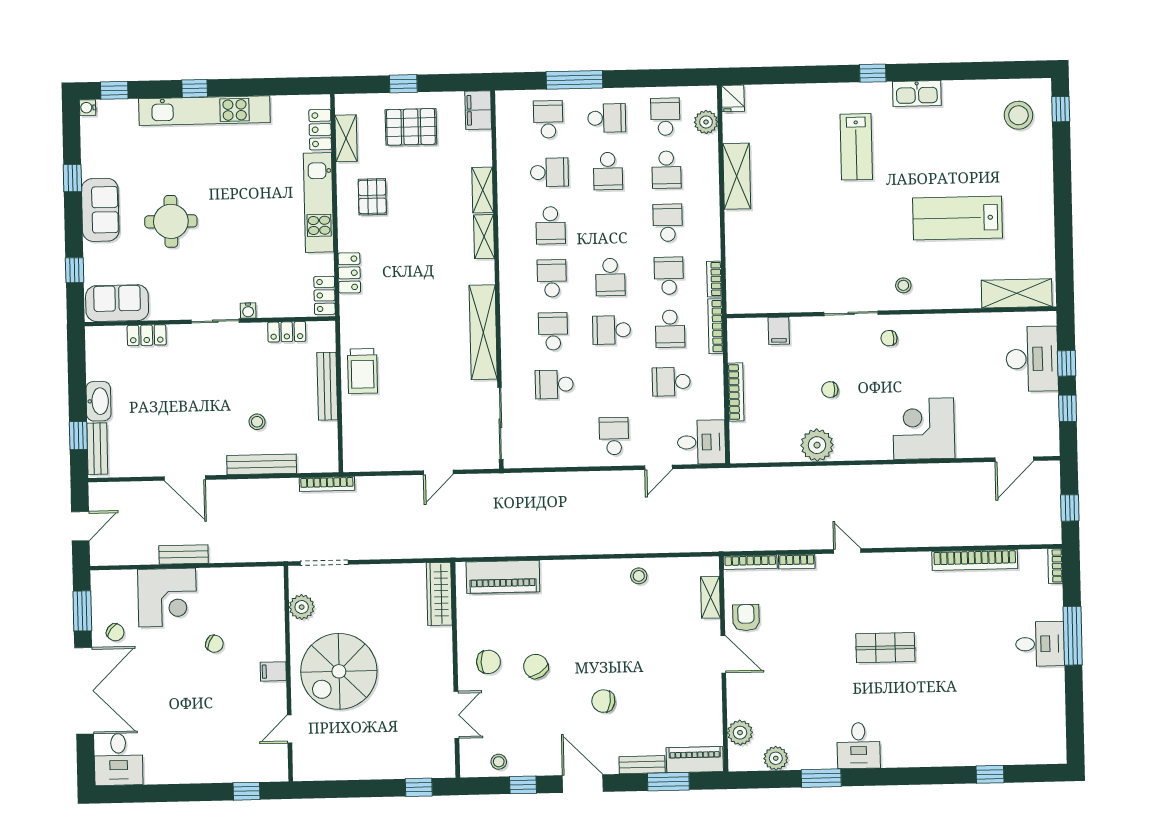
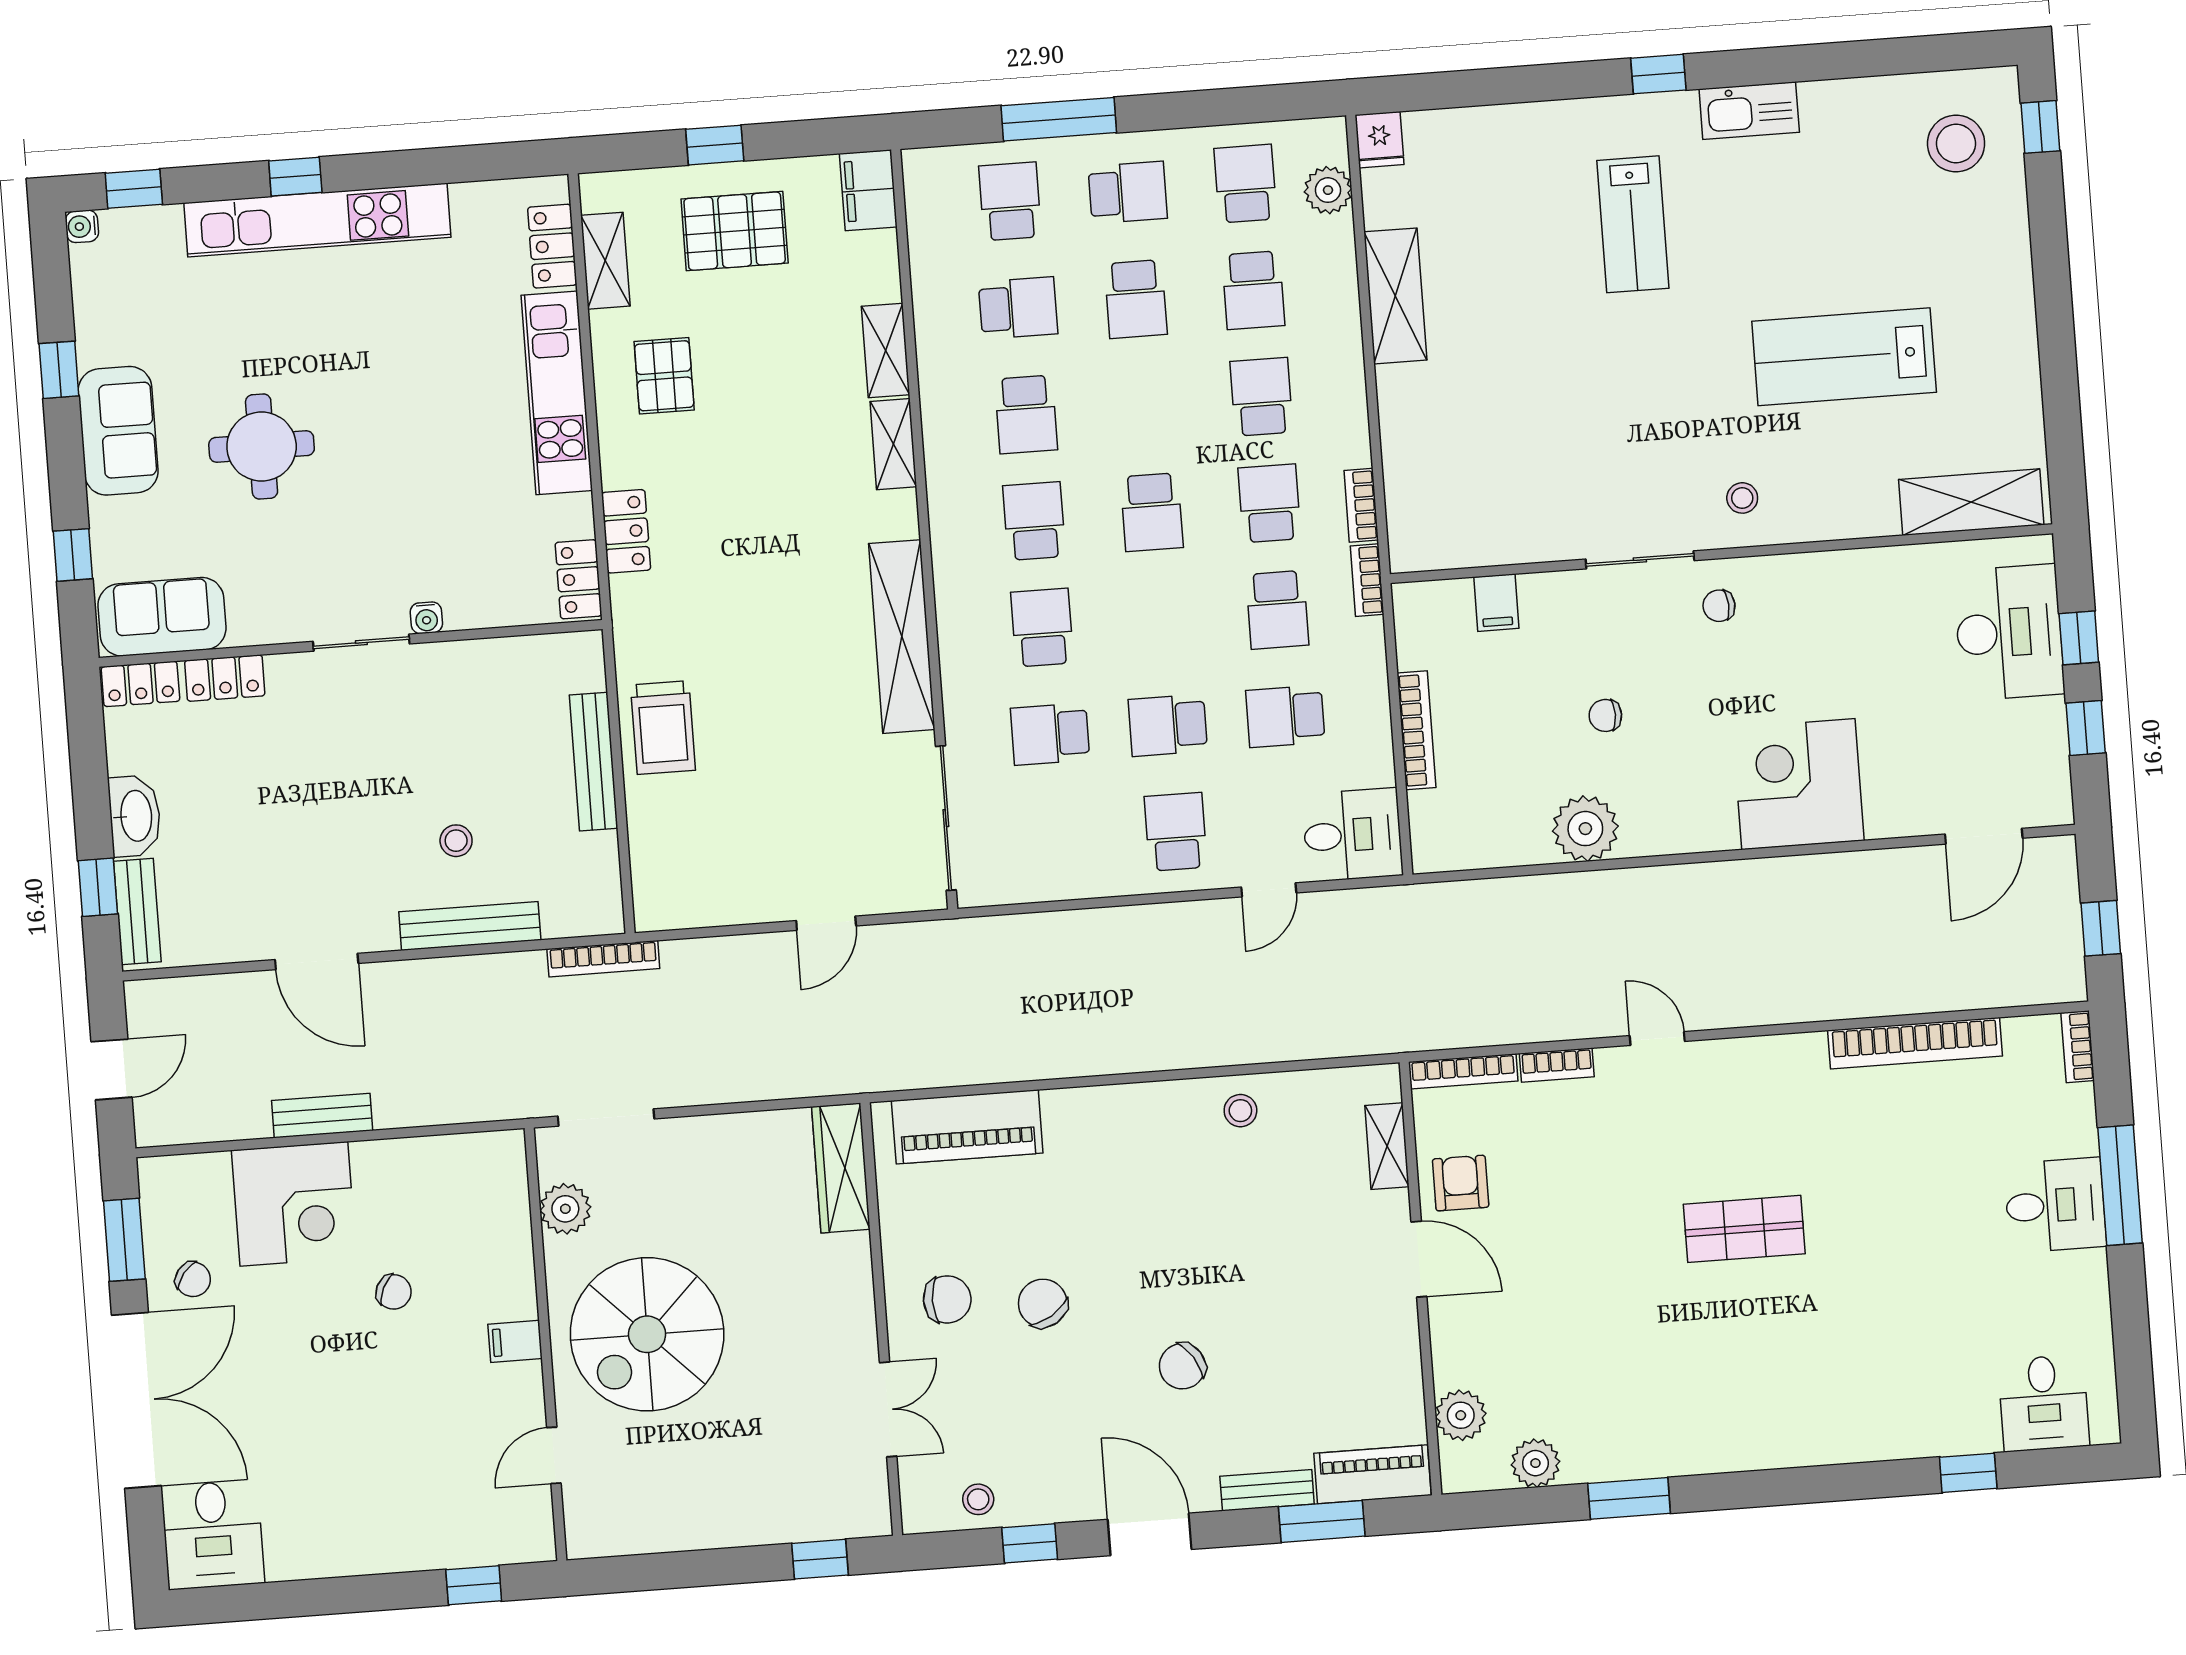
bookcase: (715, 326) -> (1367, 580), width x0.64
school desk: (612, 330) -> (1168, 725), moved
locker: (287, 332) -> (140, 684), moved
chair: (603, 701) -> (1182, 1366), turned -42
desk: (859, 746) -> (2044, 1403), moved

